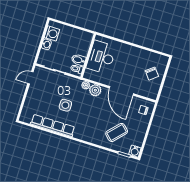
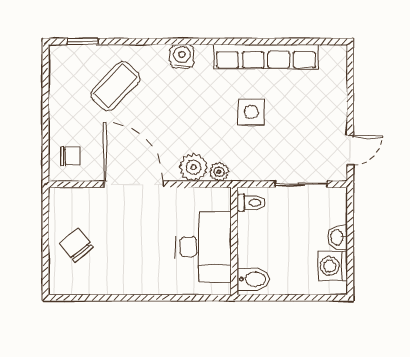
bidet: (79, 60) -> (253, 279), moved
water cooler: (135, 151) -> (182, 56), moved

